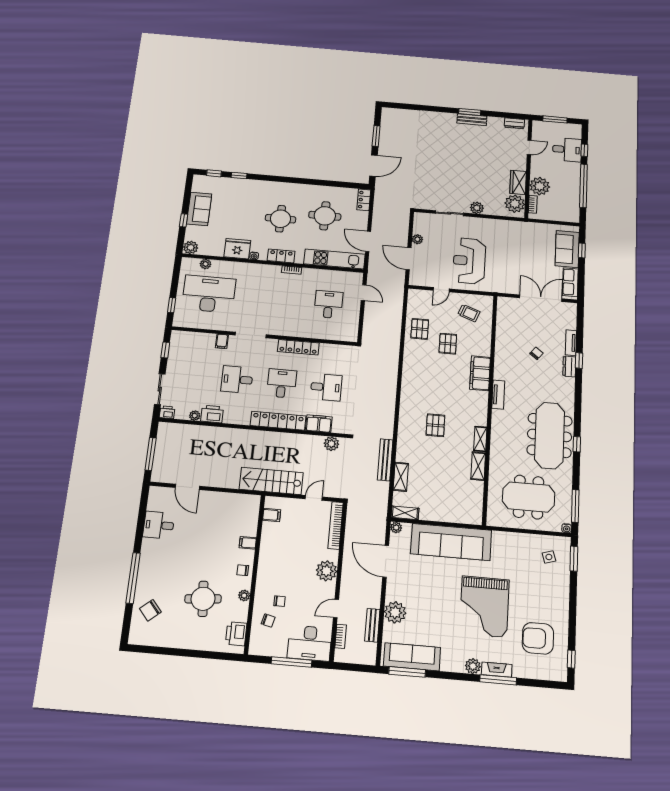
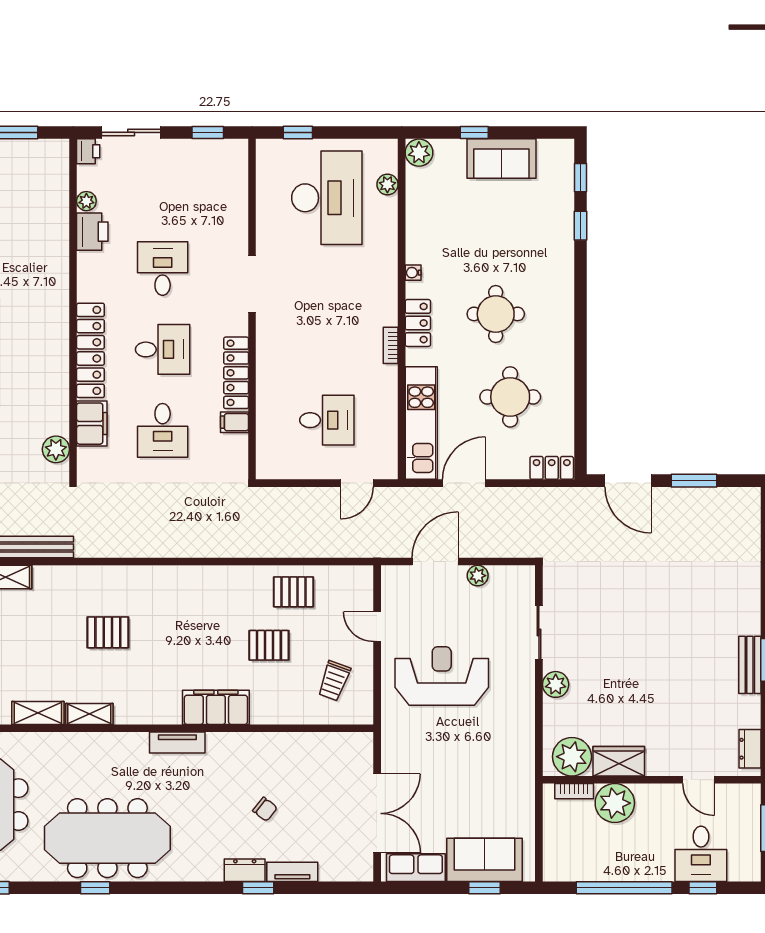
fridge: (237, 249) -> (425, 240), removed
filing cabinet: (222, 341) -> (235, 422), moved

